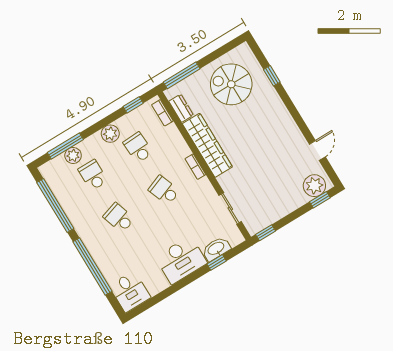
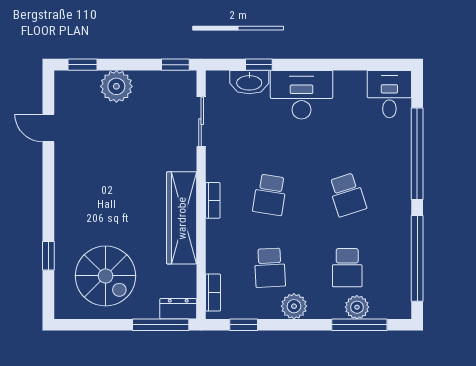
dresser: (181, 108) -> (178, 309), moved, turned 90
door: (317, 151) -> (48, 128), hinge flipped
plant: (314, 186) -> (116, 86), moved
school desk: (164, 190) -> (270, 195), turned 30

